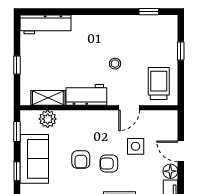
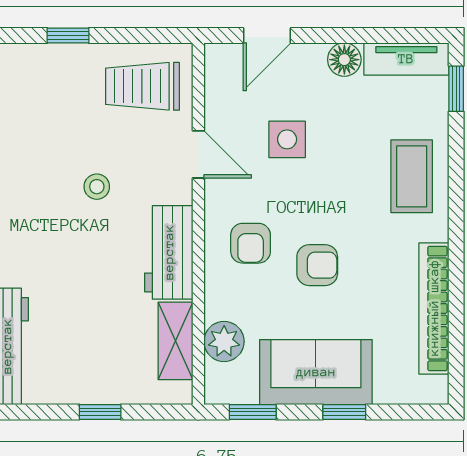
door: (181, 151) -> (267, 36), moved
armchair: (109, 164) -> (251, 243), moved

